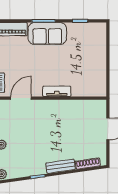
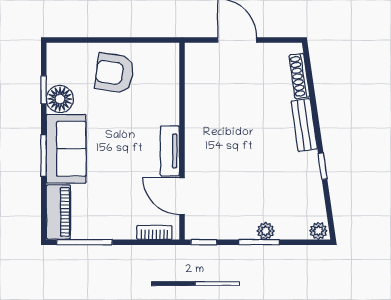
floor lamp: (75, 30) -> (60, 99), added
armchair: (90, 60) -> (115, 73), added
tv unit: (57, 91) -> (170, 151), moved

